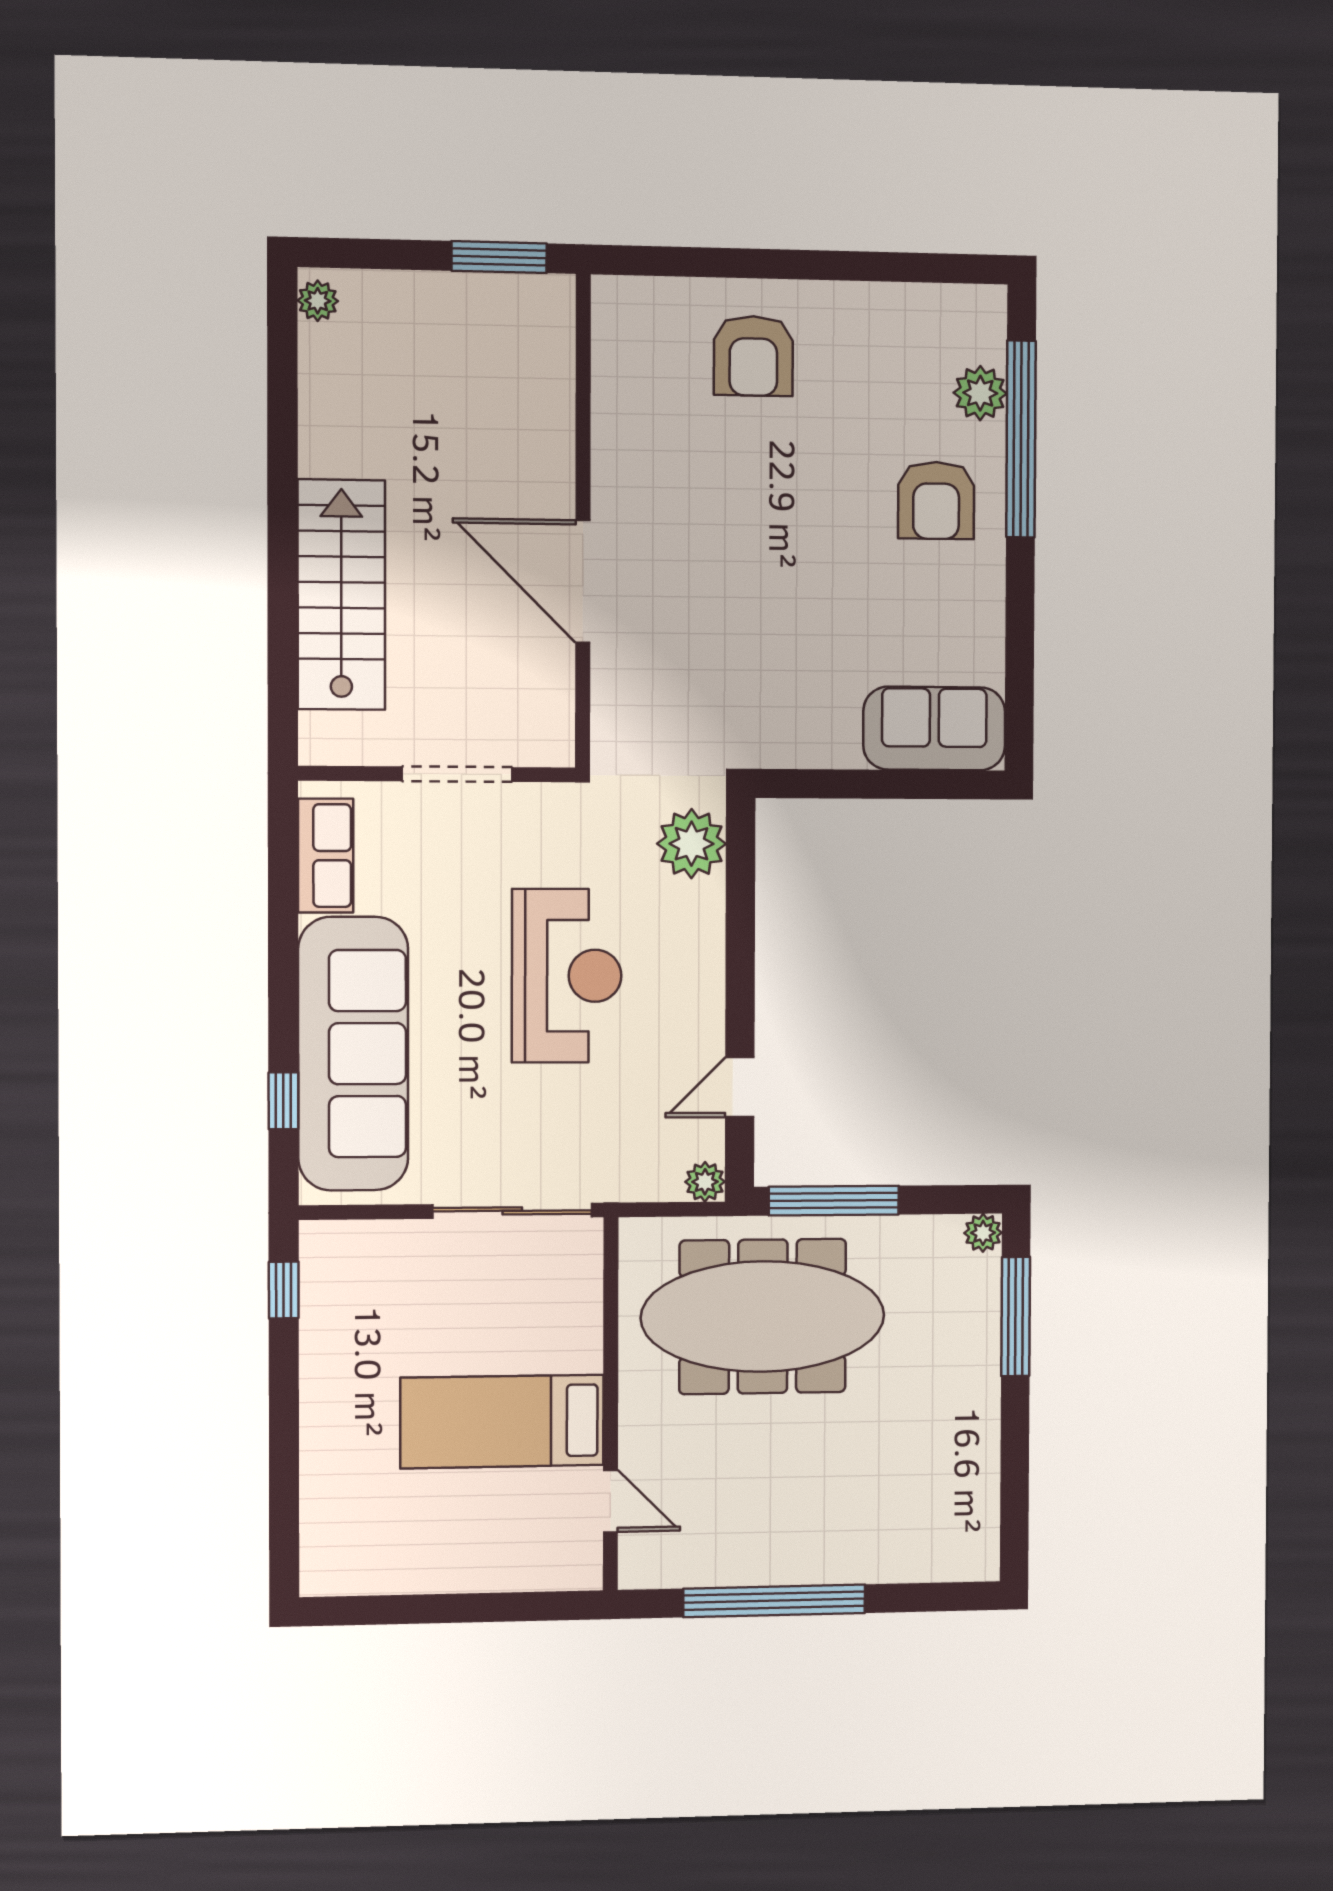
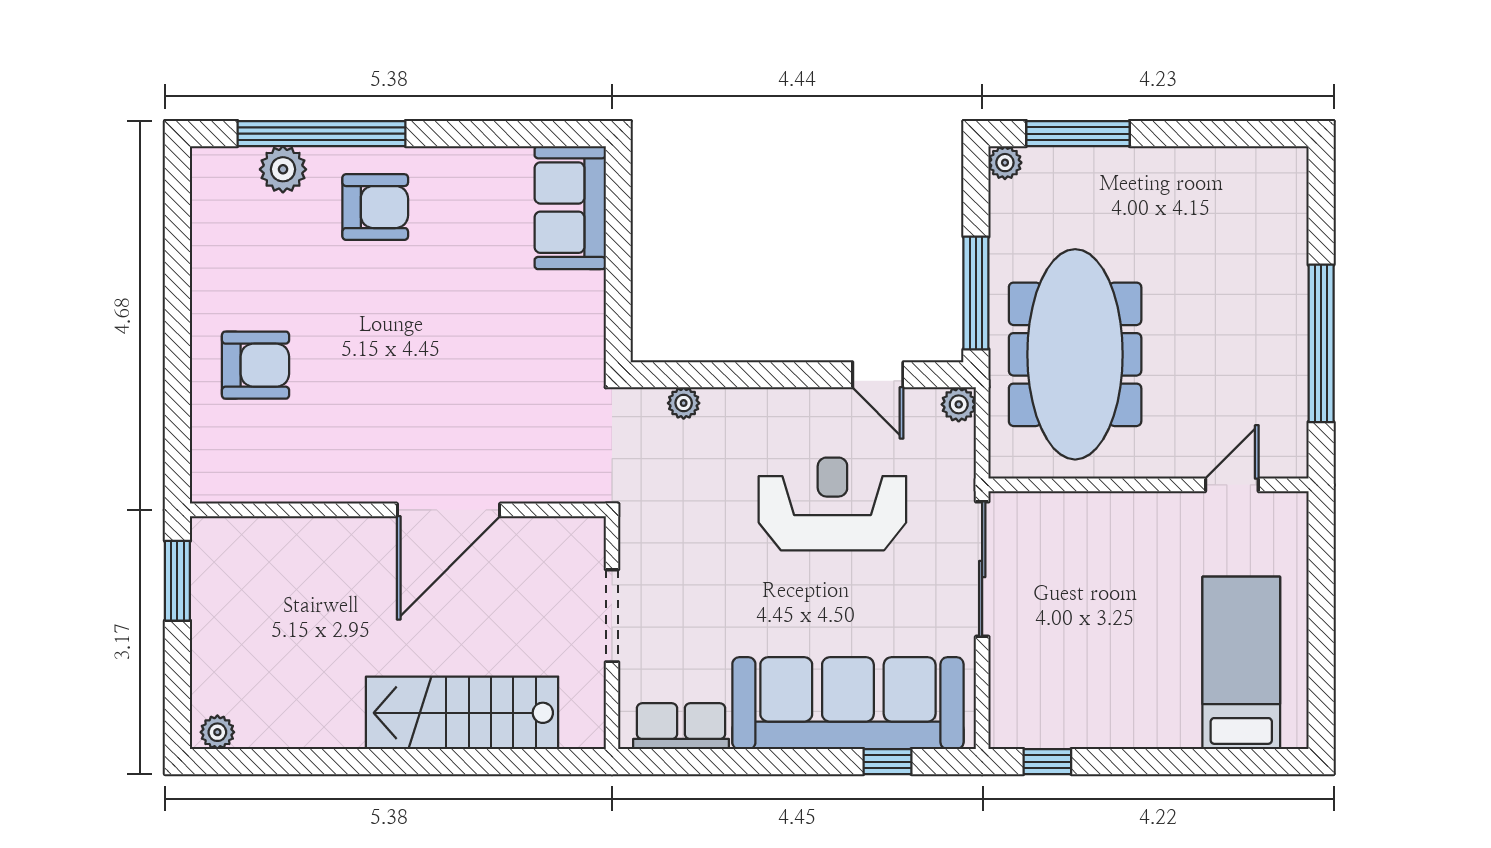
plant: (692, 844) -> (684, 403), width x0.53, depth x0.53
reception desk: (567, 976) -> (832, 504), moved
bed: (502, 1421) -> (1241, 663), moved, turned 180

